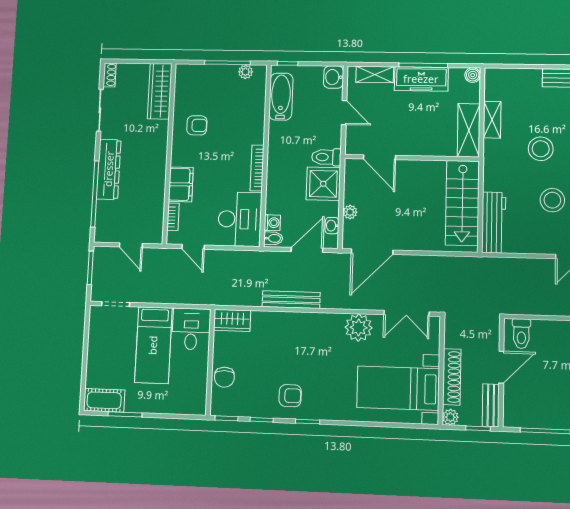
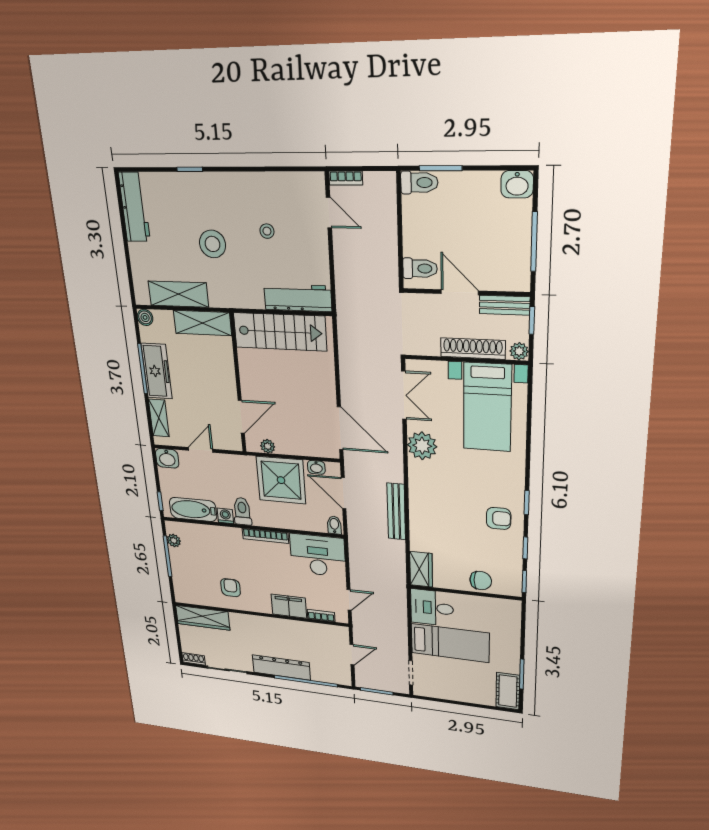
shelving: (492, 120) -> (178, 294), width x1.50, depth x1.33
toilet: (326, 157) -> (242, 511), moved, turned 180
shower: (323, 184) -> (281, 480), width x1.37, depth x1.37
stool: (552, 200) -> (267, 231), width x0.53, depth x0.53
plant: (350, 212) -> (268, 446), moved
washing machine: (272, 223) -> (225, 516), moved
armchair: (290, 396) -> (499, 518), turned 90

